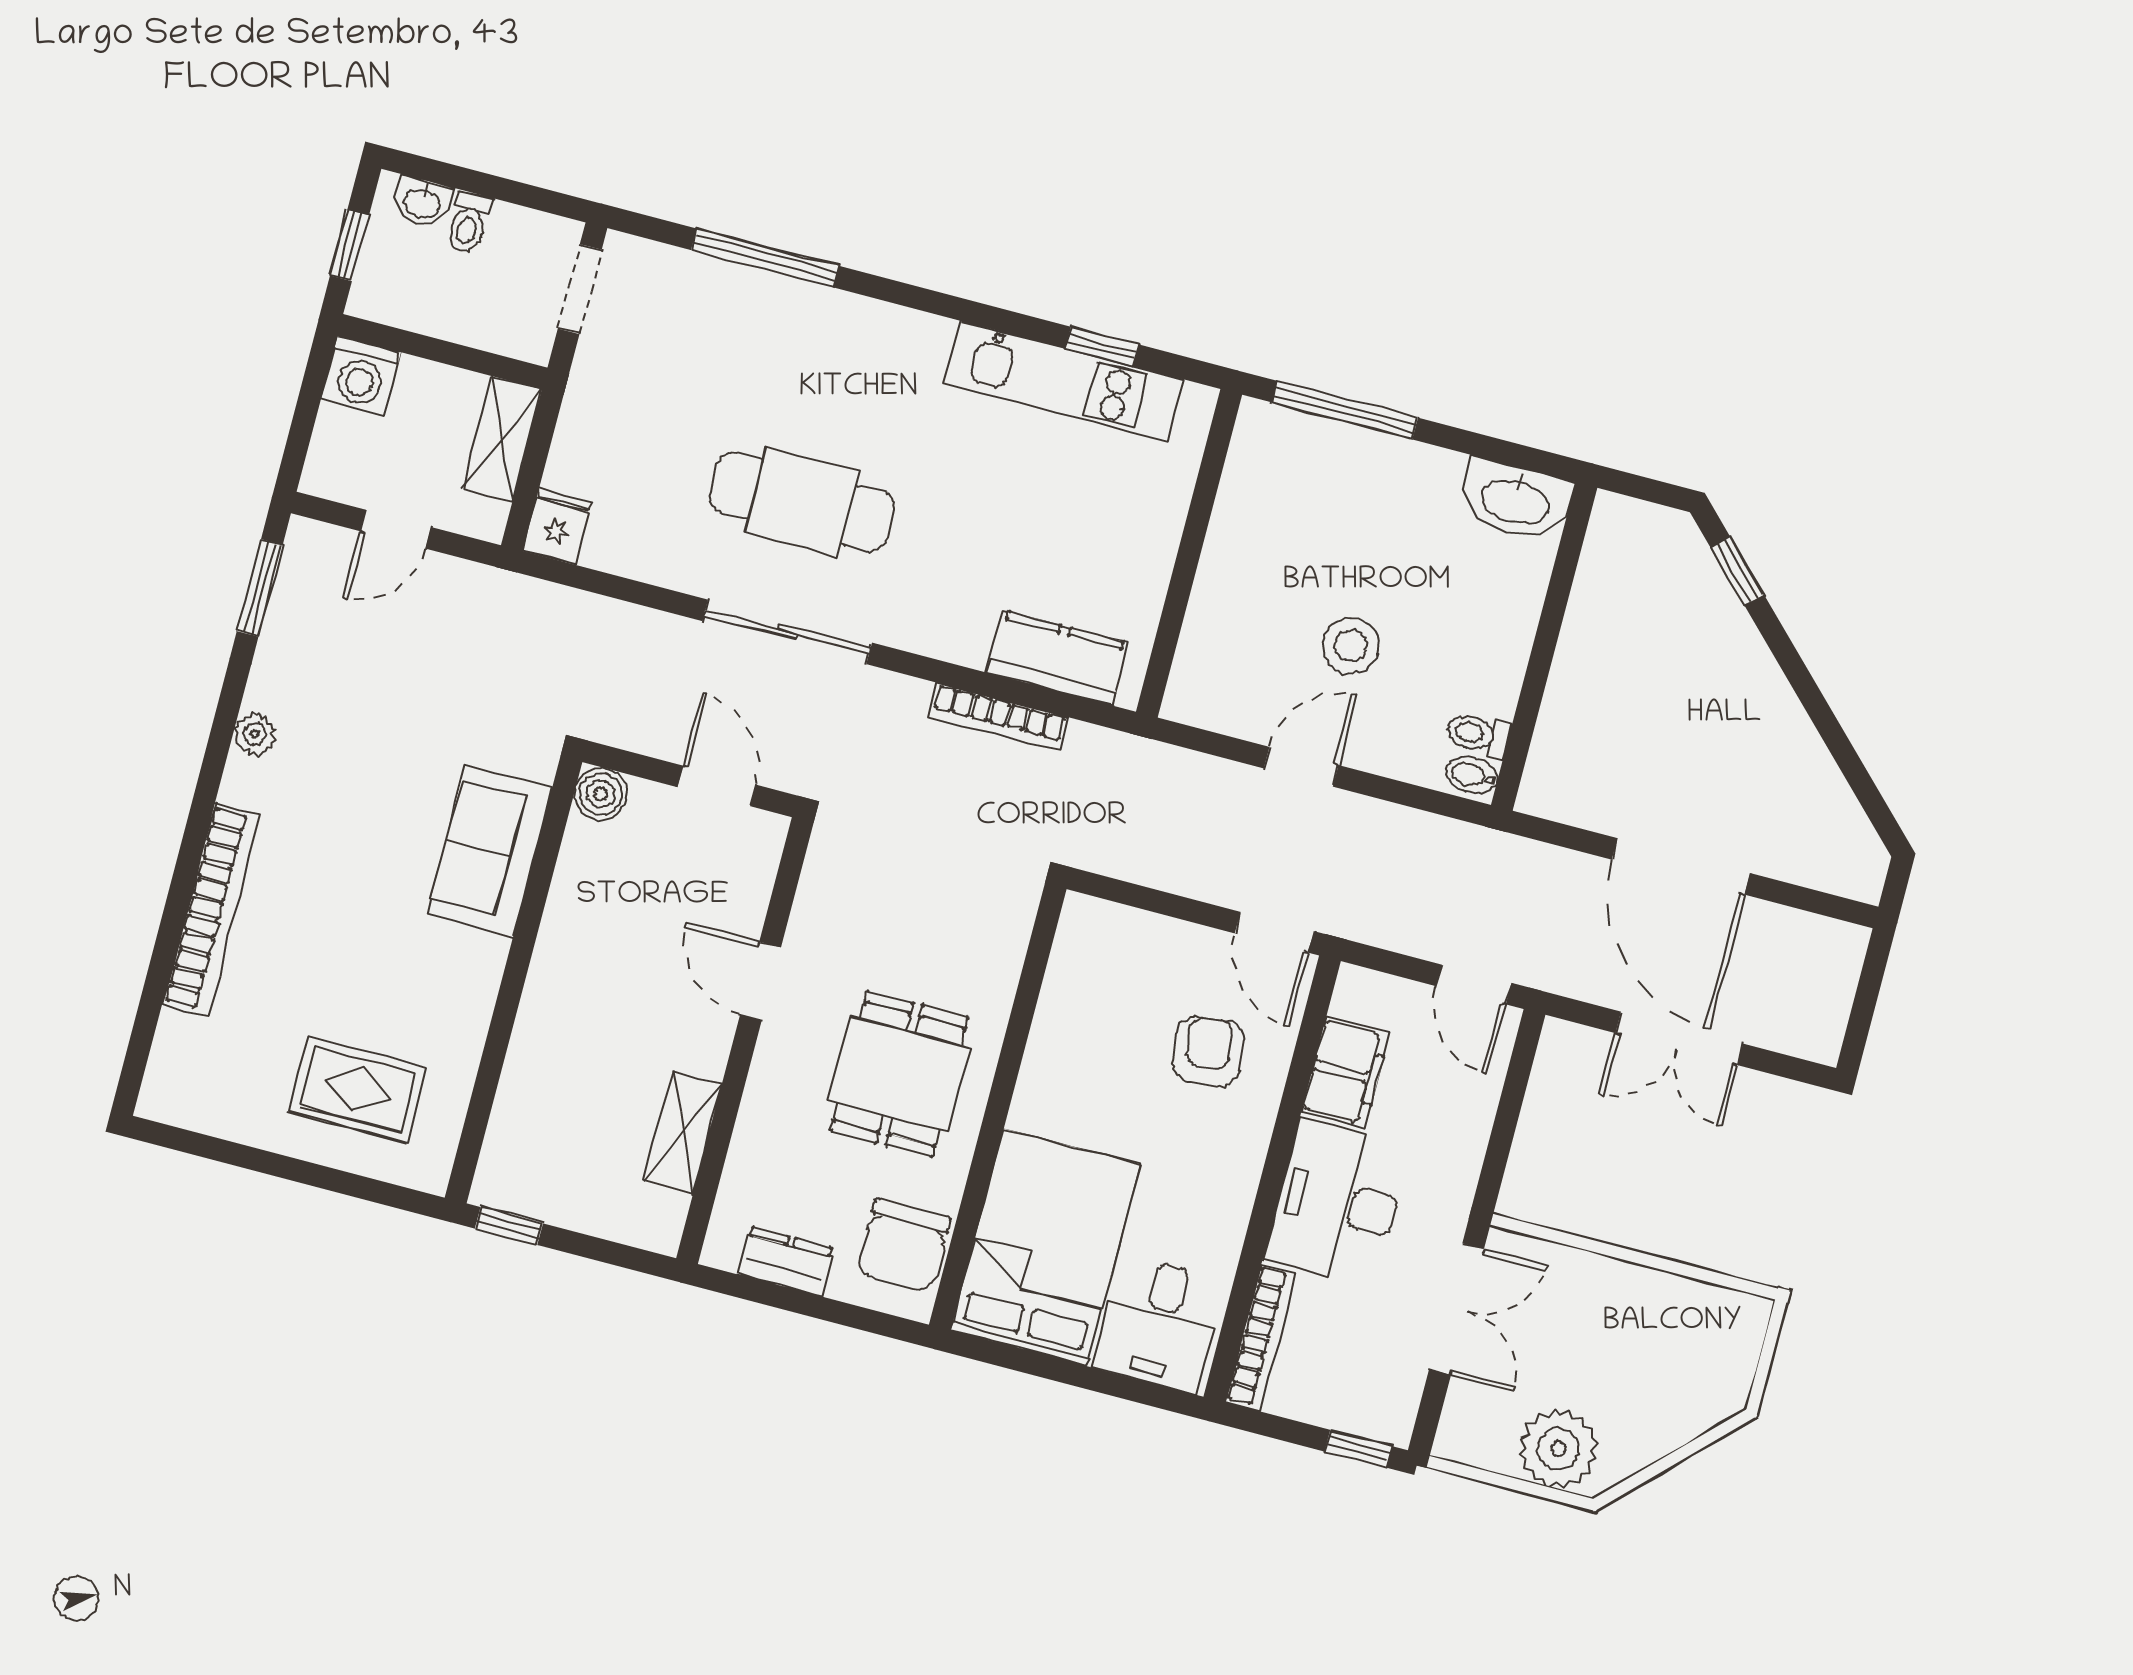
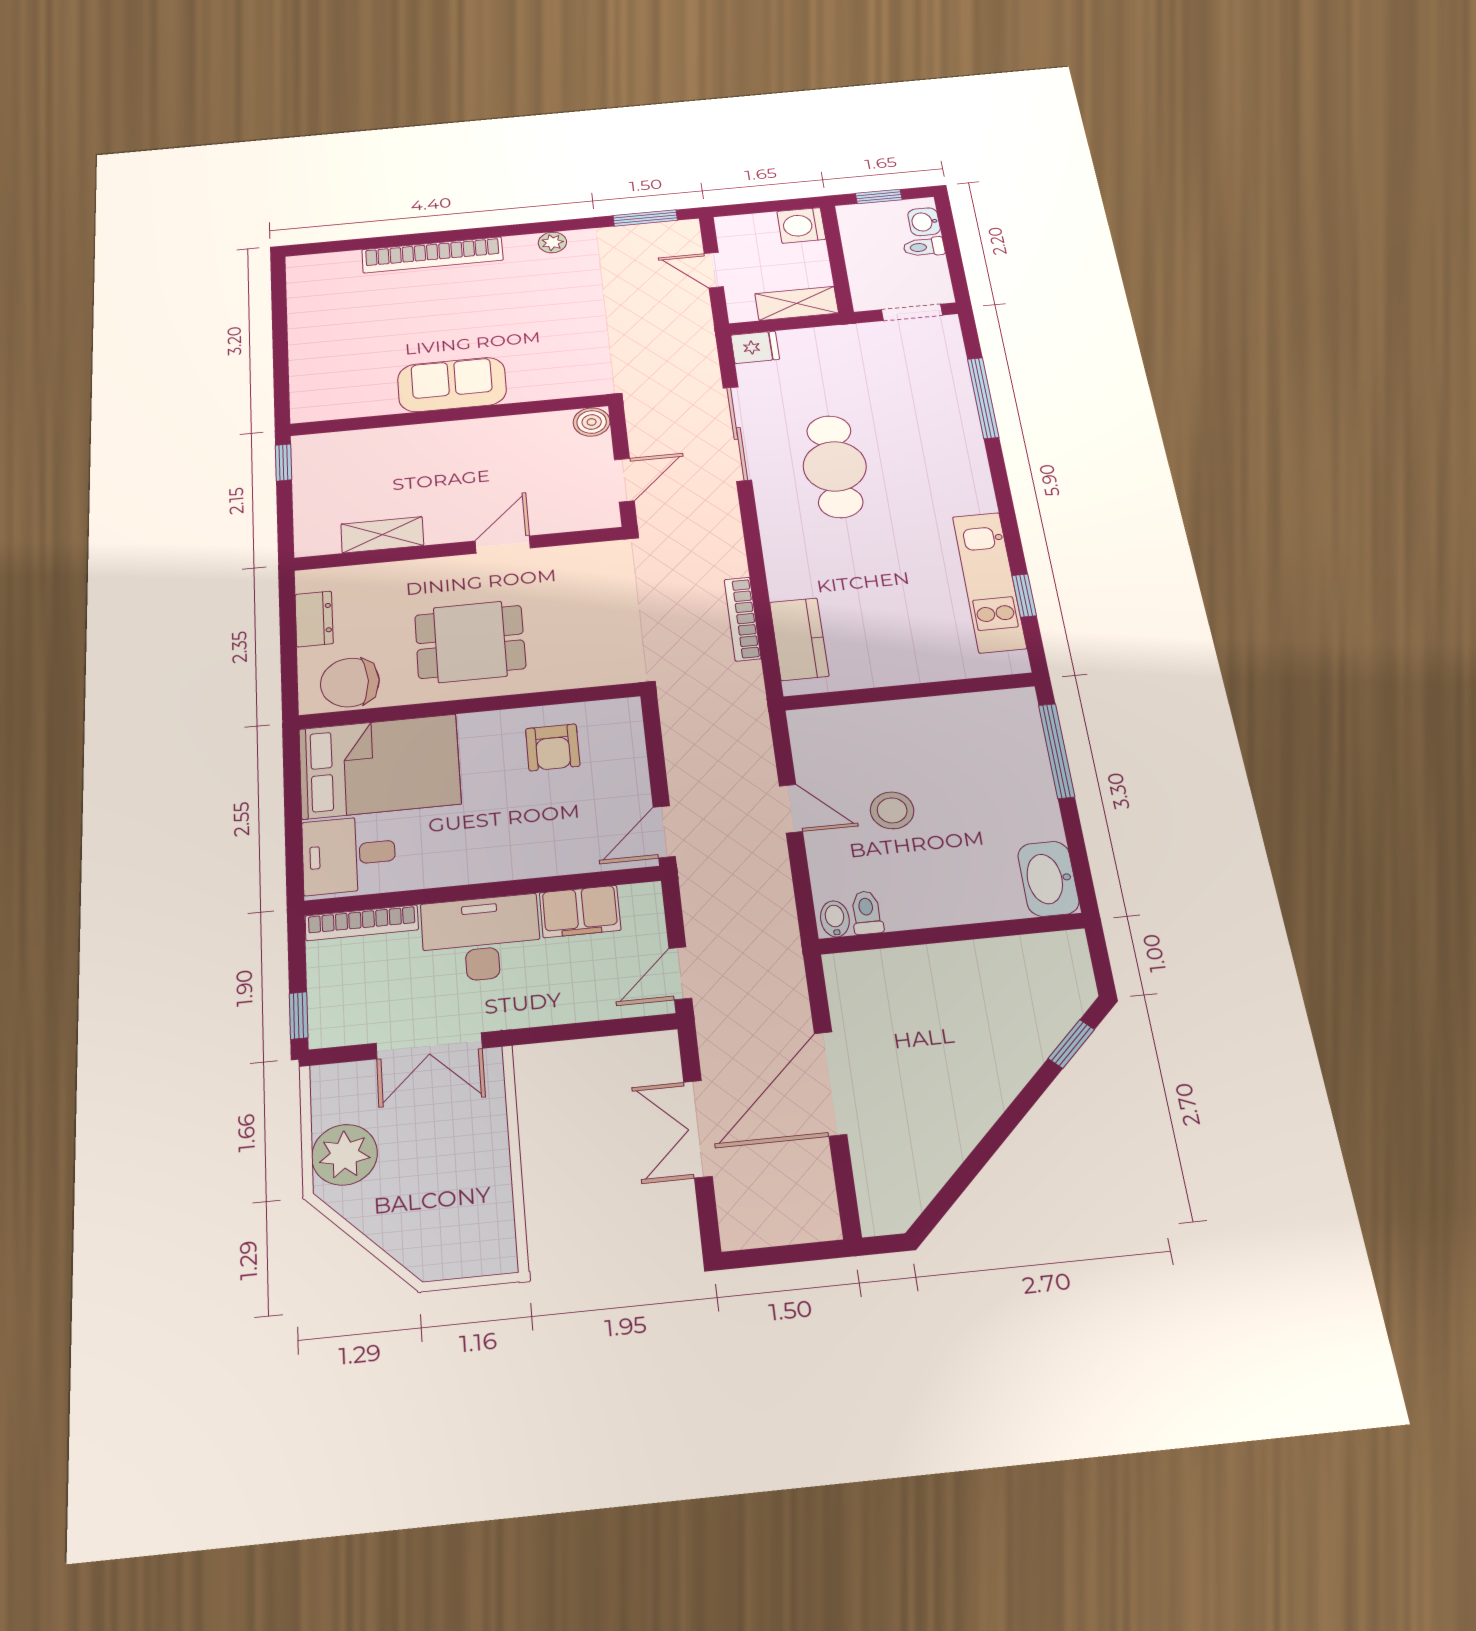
sliding door: (787, 632) -> (737, 433), moved
sofa: (490, 851) -> (452, 385), moved
armchair: (1208, 1051) -> (553, 747), moved, turned 97
rug: (358, 1089) -> (345, 359), removed

